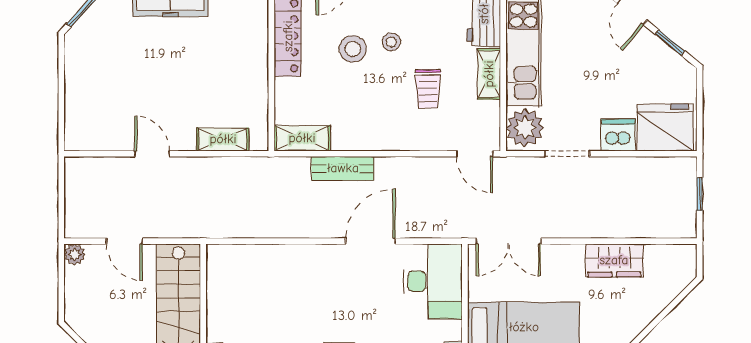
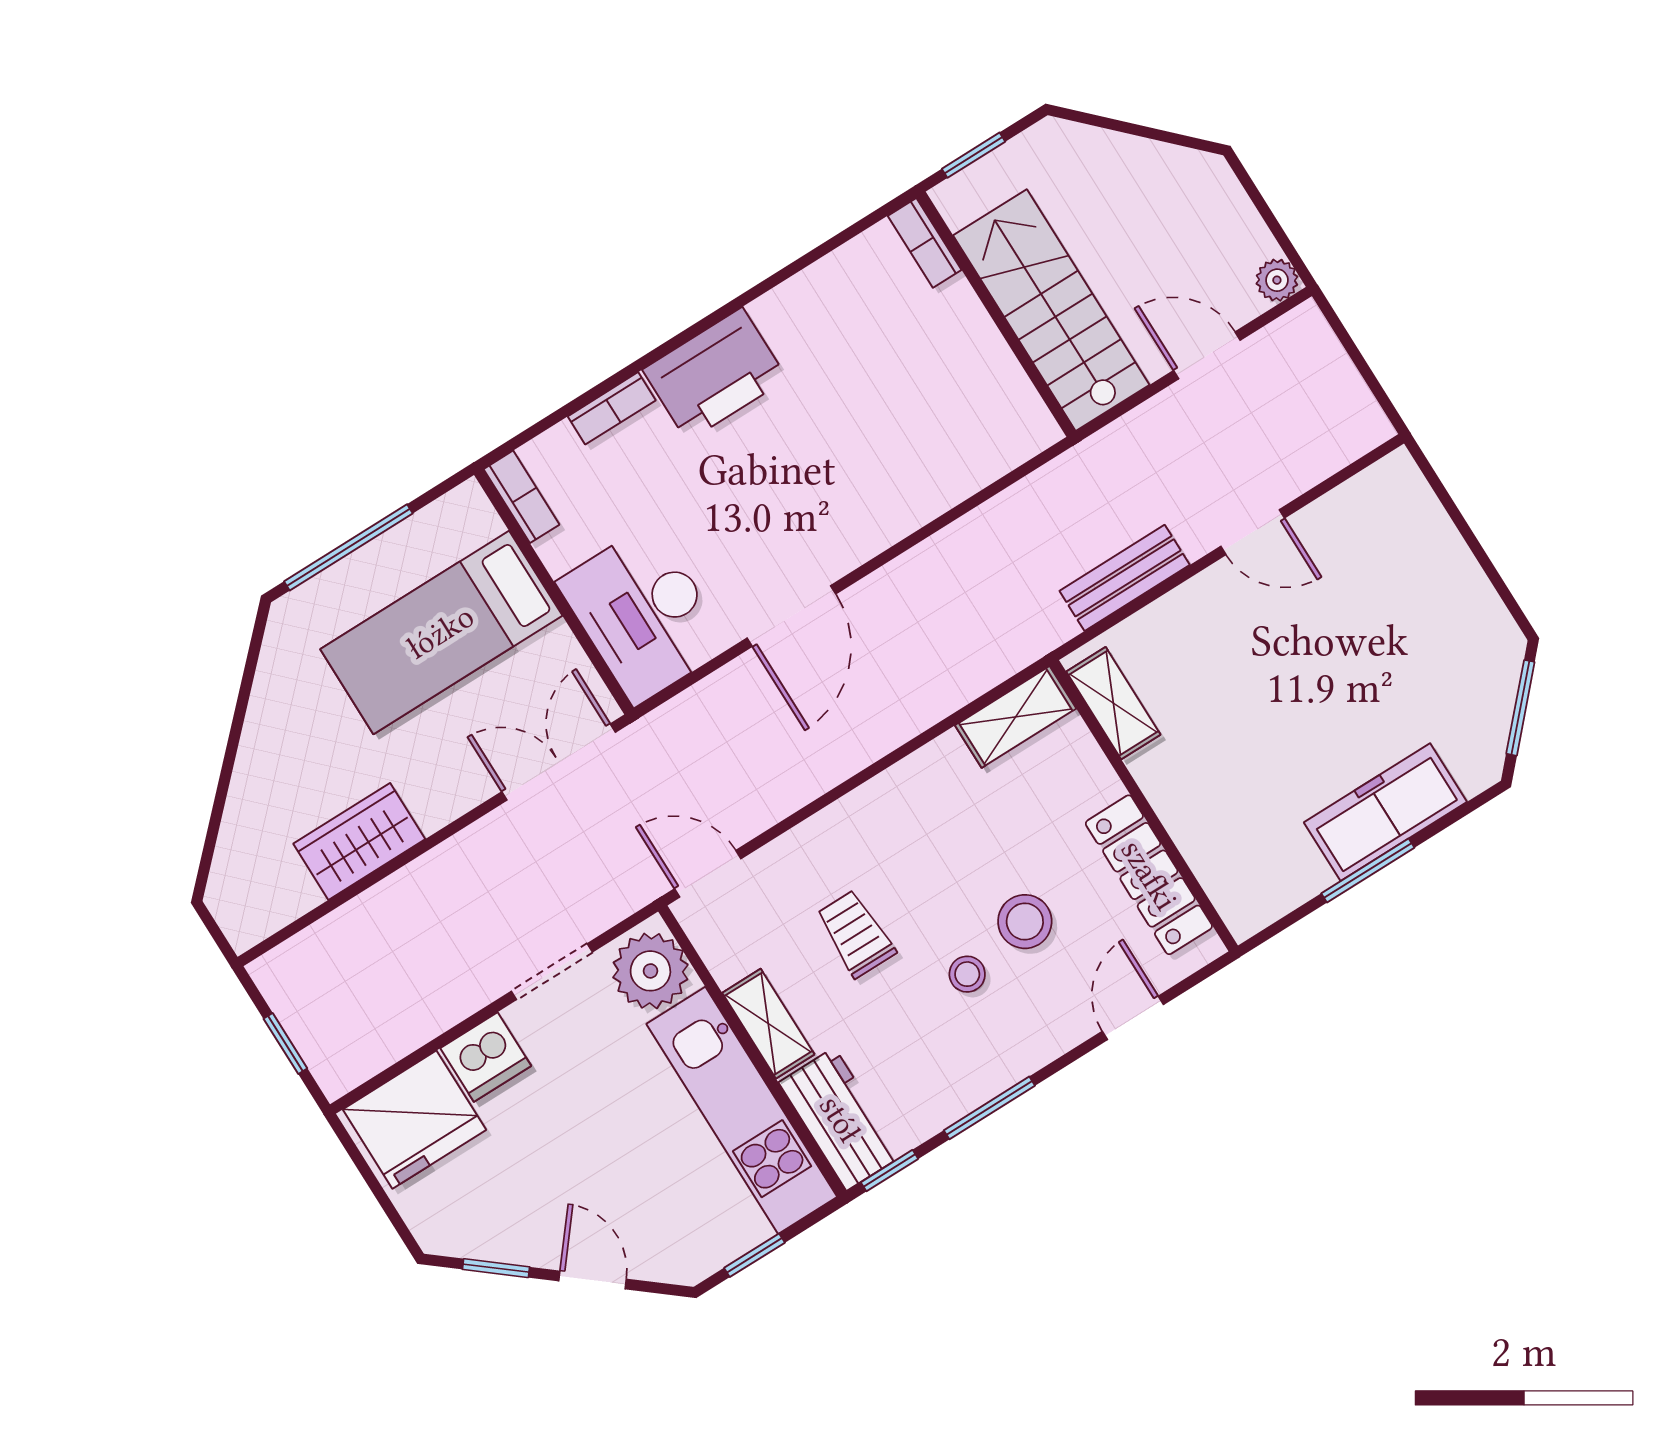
shelving: (223, 139) -> (1113, 703), moved, turned 90
bench: (343, 168) -> (1125, 578), moved

